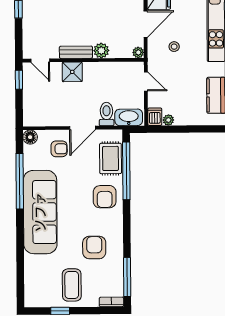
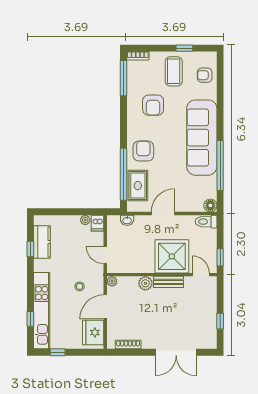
shower: (72, 72) -> (172, 256), width x1.86, depth x1.86
toilet: (107, 114) -> (206, 222), moved, turned 90
washbasin: (129, 117) -> (127, 220), width x0.52, depth x0.69
armchair: (59, 149) -> (205, 75), moved

